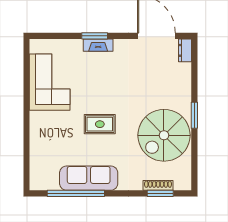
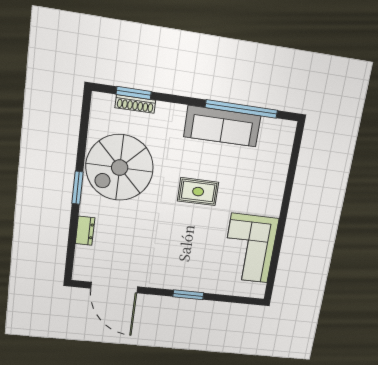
fireplace: (98, 45) -> (186, 284), removed
dresser: (185, 50) -> (85, 231), moved
spiral stairs: (164, 135) -> (120, 168), turned 180

